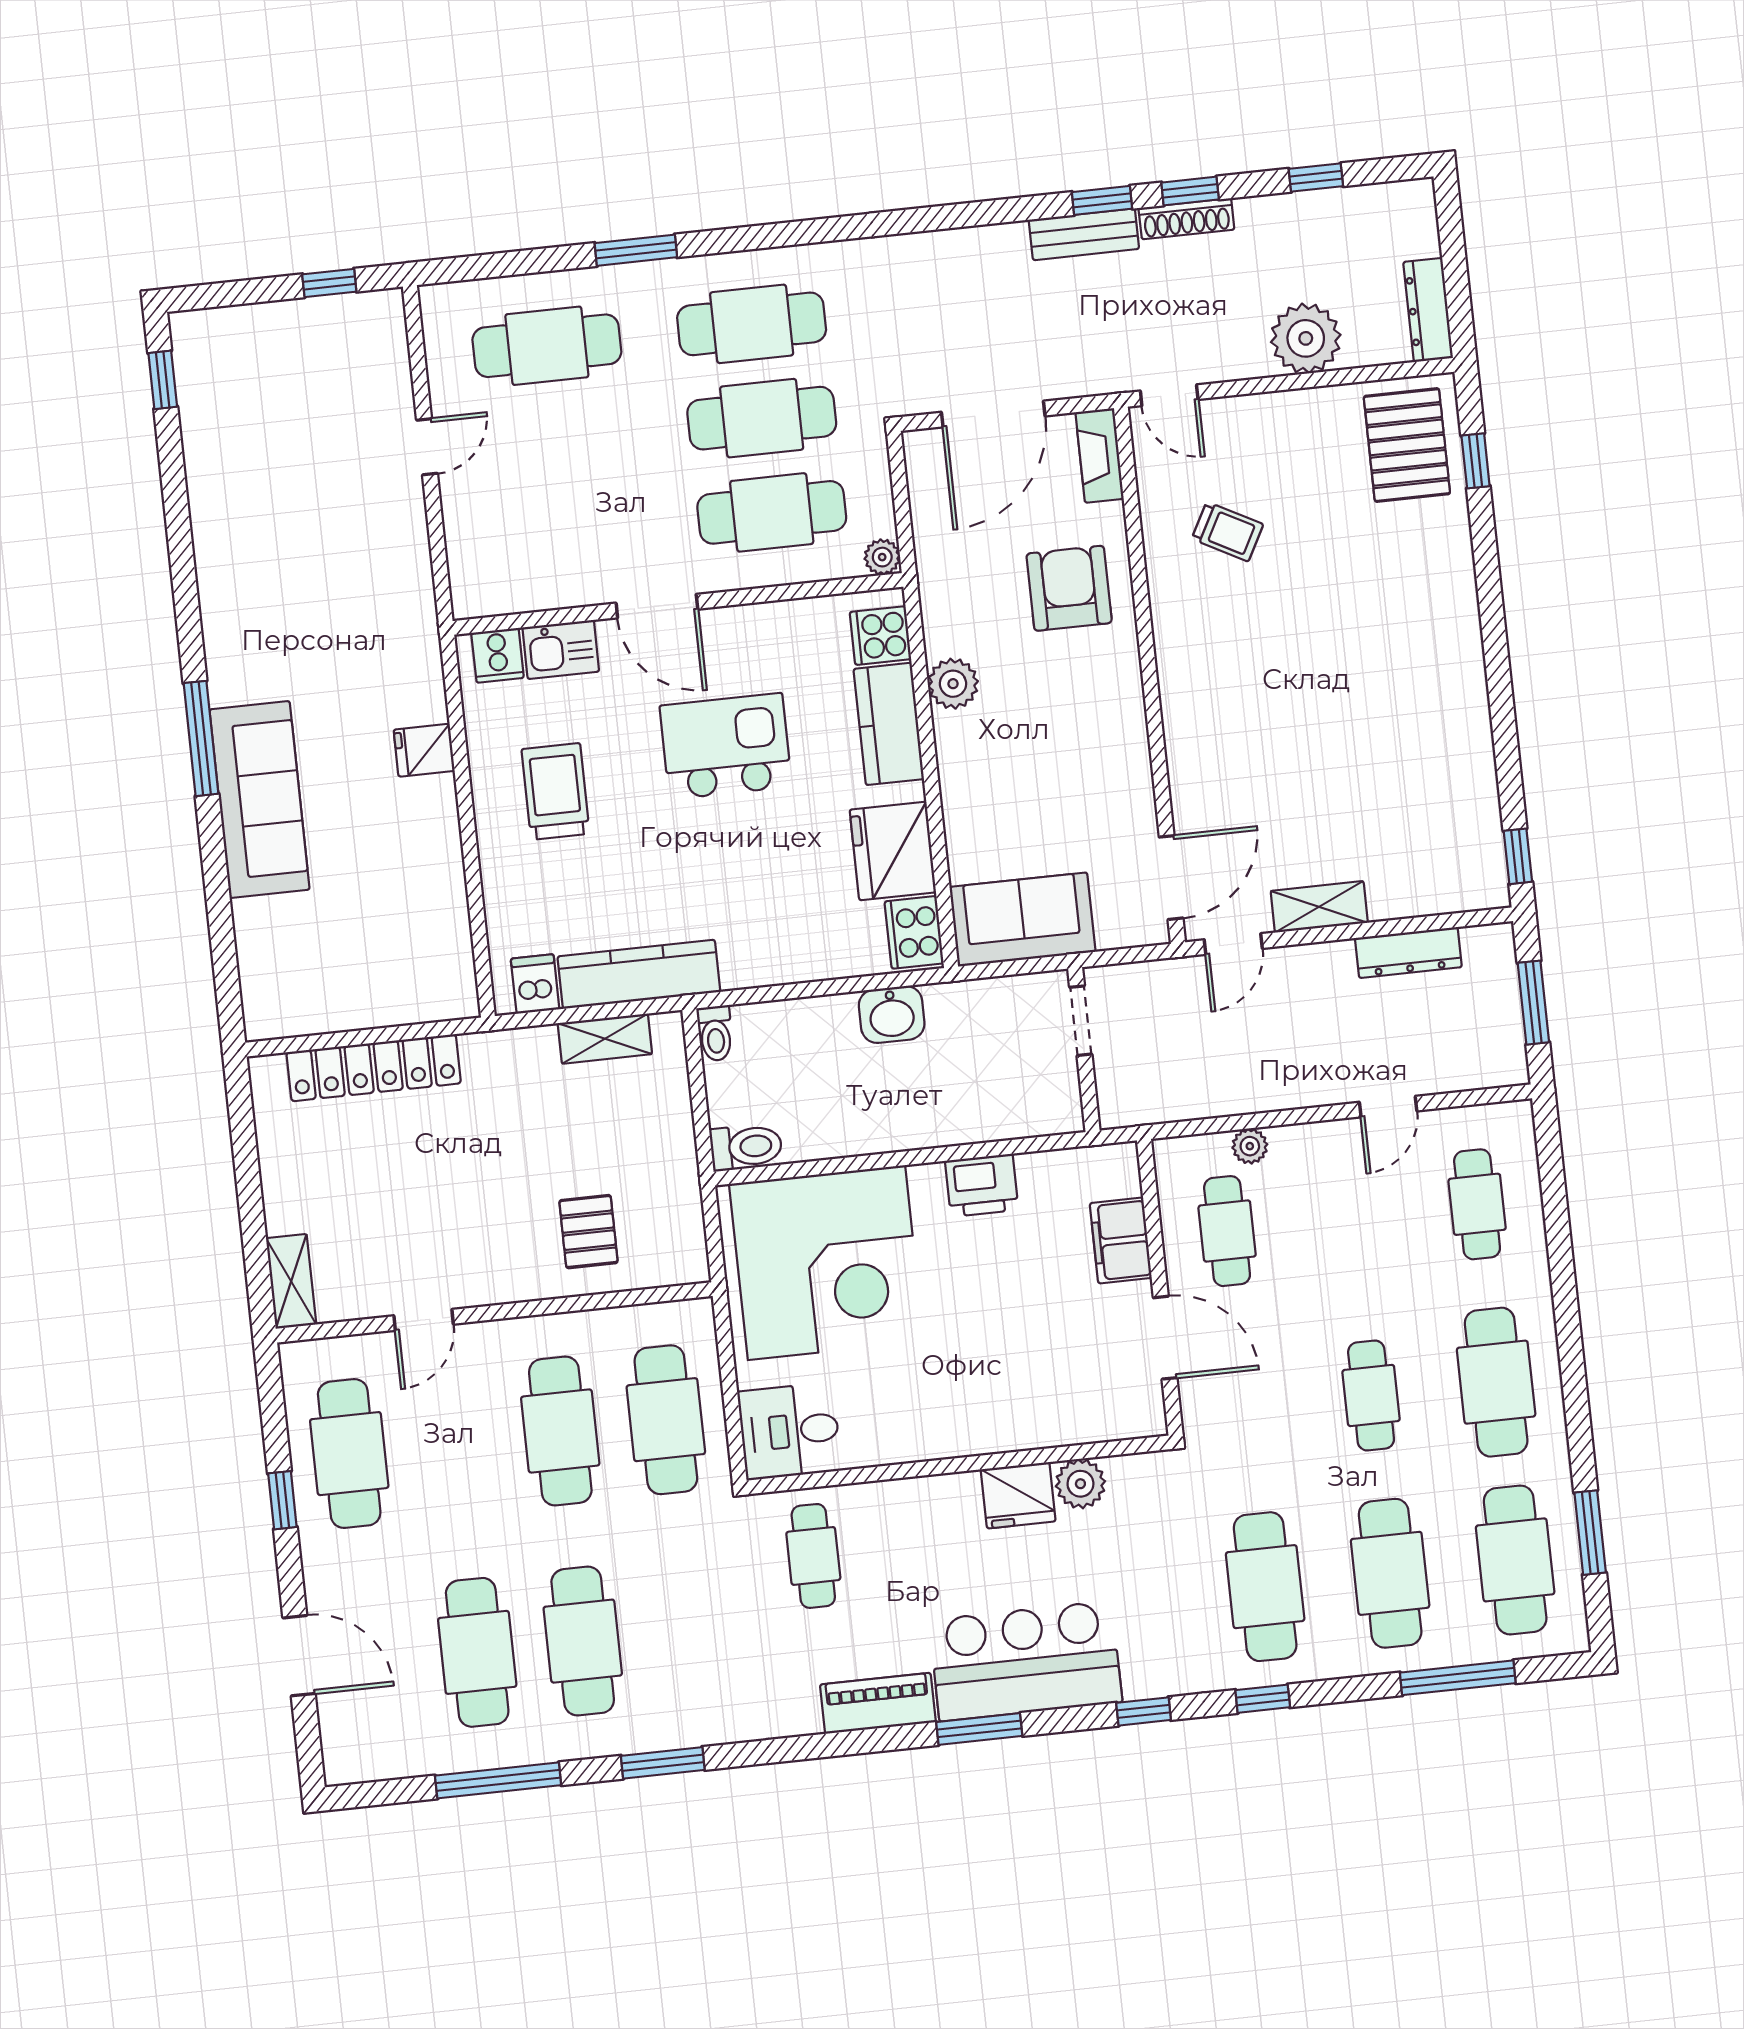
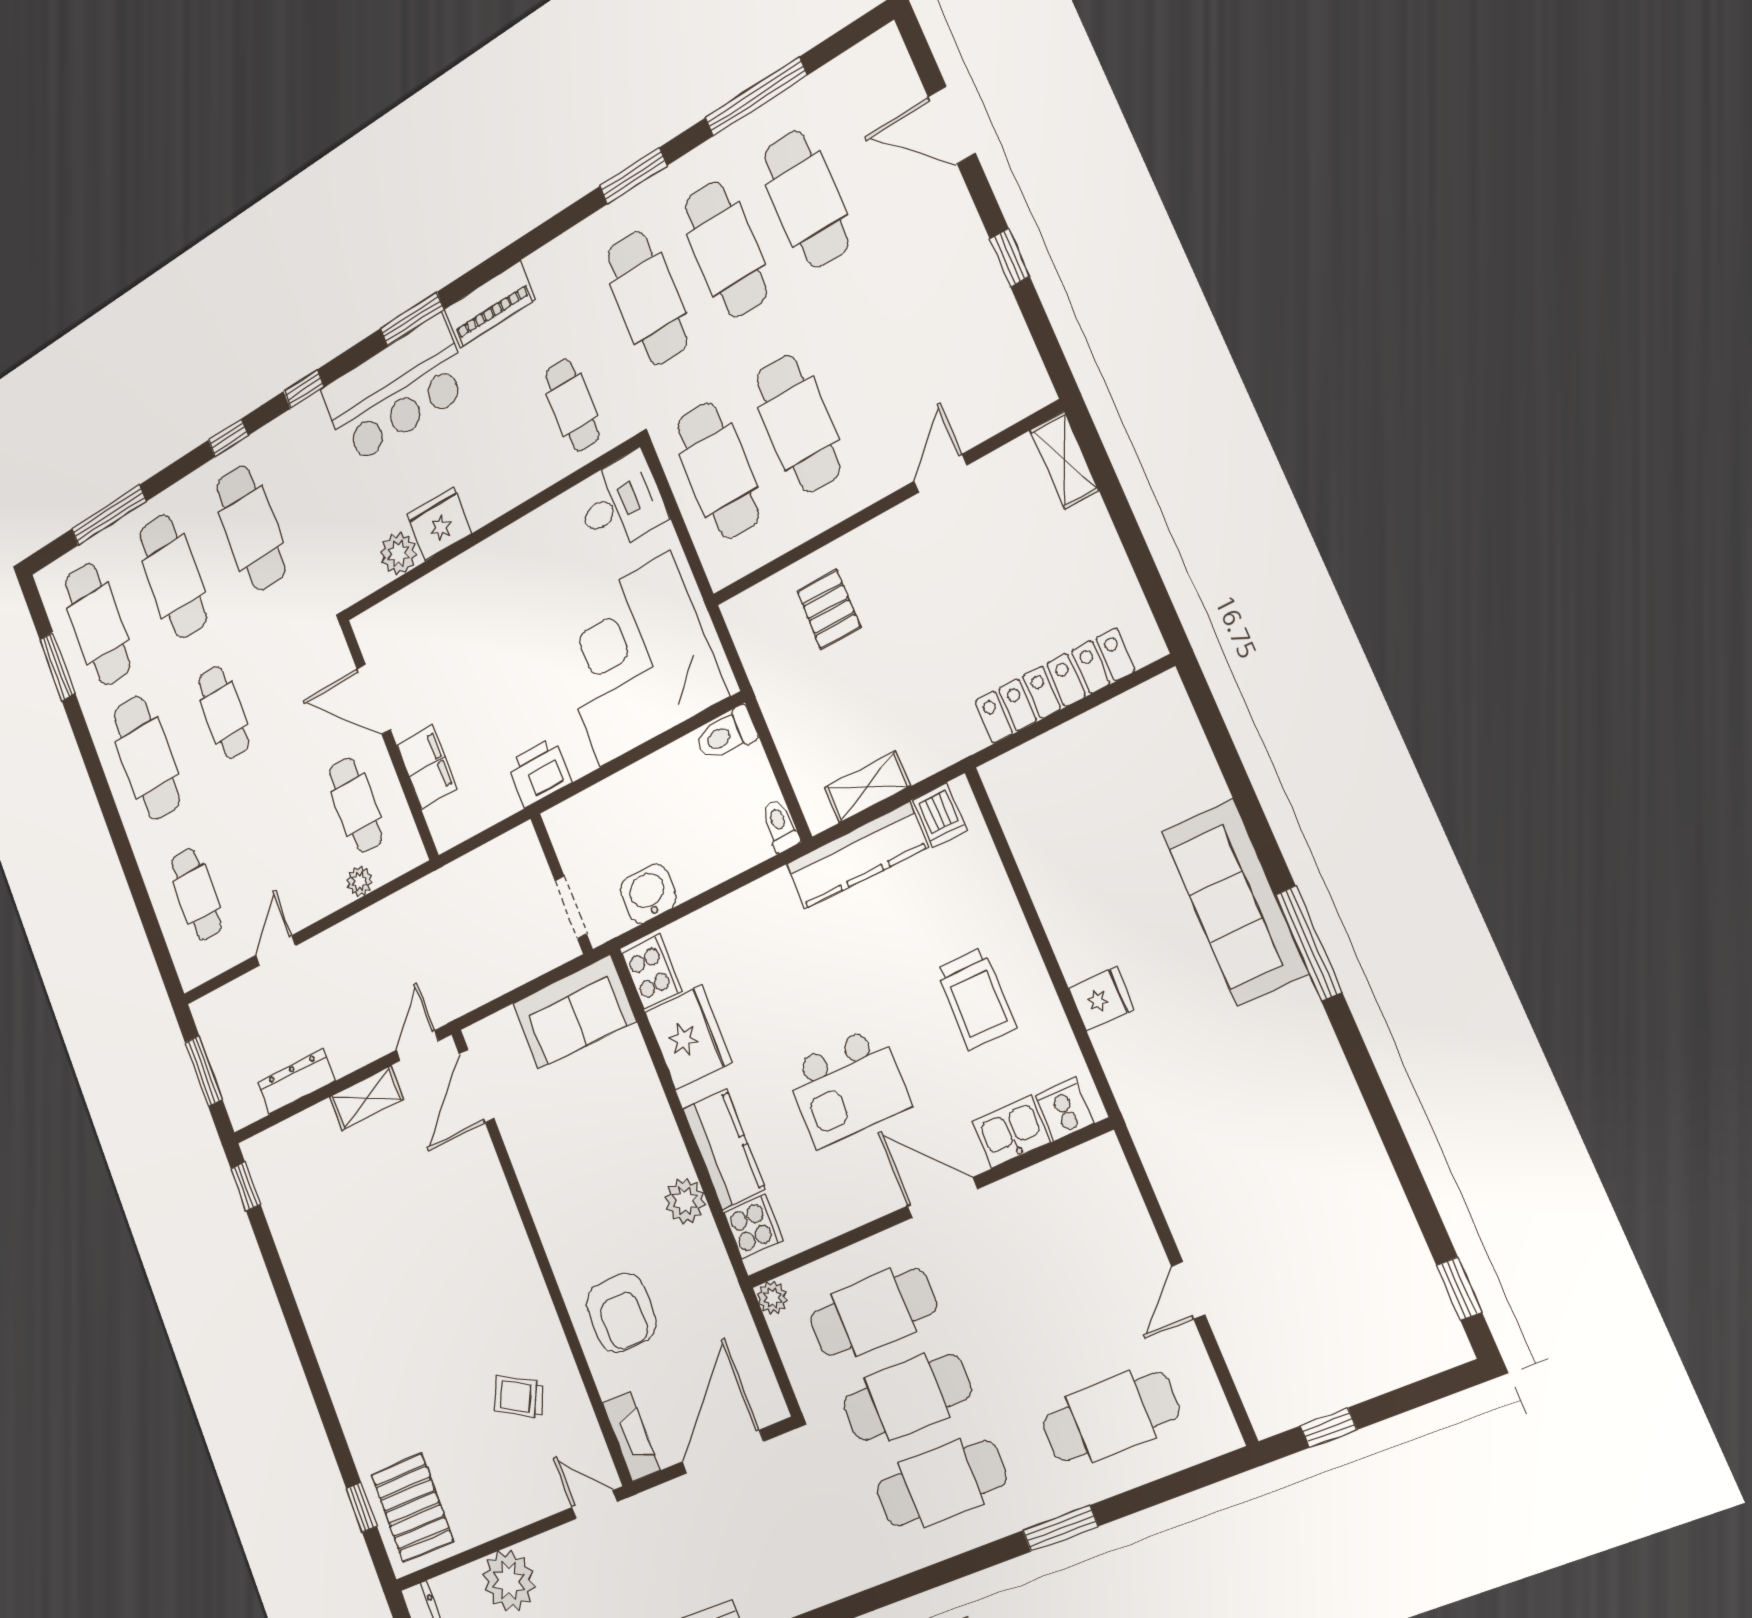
doorway: (1081, 1021) -> (571, 907), moved
wall: (1084, 1050) -> (561, 884), moved
cafe table: (349, 1454) -> (647, 298), moved

